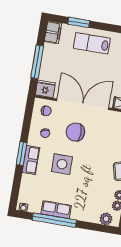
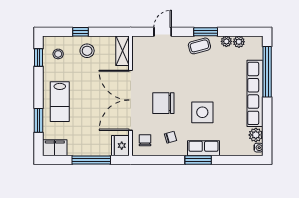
chair: (75, 132) -> (163, 103), turned 90
row of seats: (56, 210) -> (255, 93), width x2.02
plant: (106, 219) -> (256, 135), moved
window: (54, 220) -> (267, 72), moved

